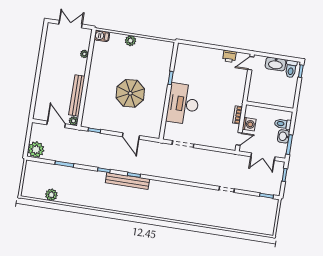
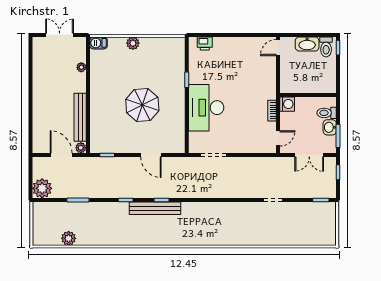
printer: (229, 56) -> (205, 43), moved
washing machine: (249, 124) -> (287, 104), moved

